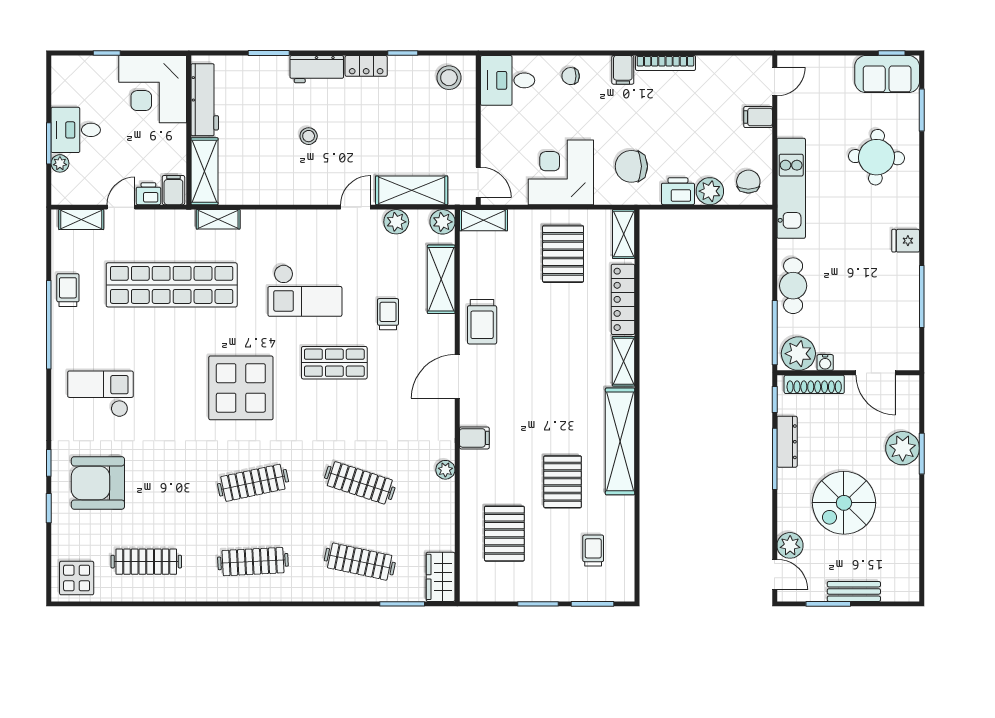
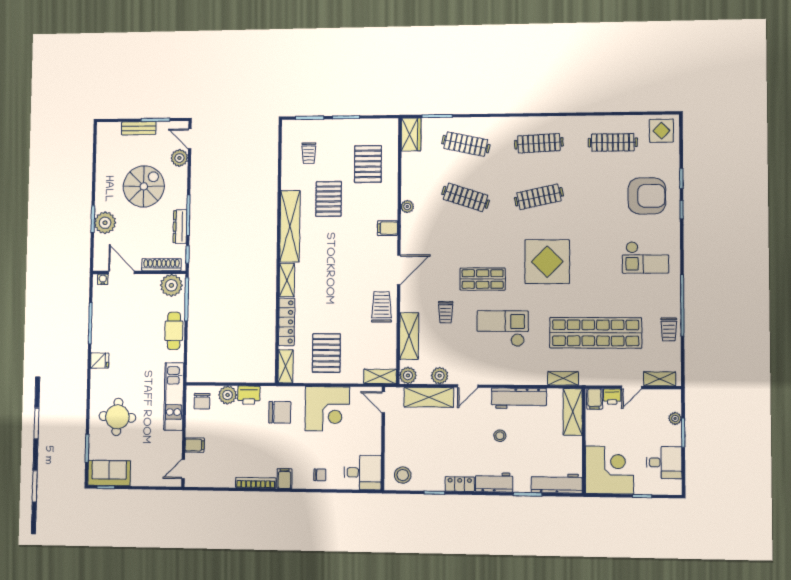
workbench: (205, 100) -> (557, 483), moved, turned 90
desk: (76, 130) -> (664, 463), moved
workbench: (281, 190) -> (519, 398), added
water cooler: (825, 362) -> (103, 279), moved

